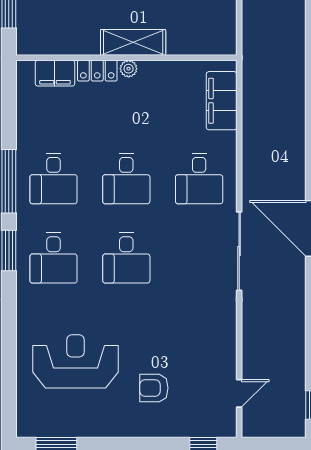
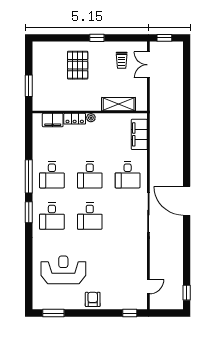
shelving: (133, 42) -> (119, 104), moved
armchair: (154, 388) -> (93, 299), moved, turned 90

